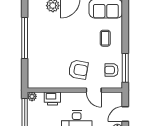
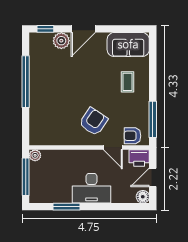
armchair: (78, 70) -> (93, 122), turned -66
armchair: (111, 70) -> (132, 136), moved
printer: (52, 98) -> (139, 158), moved

